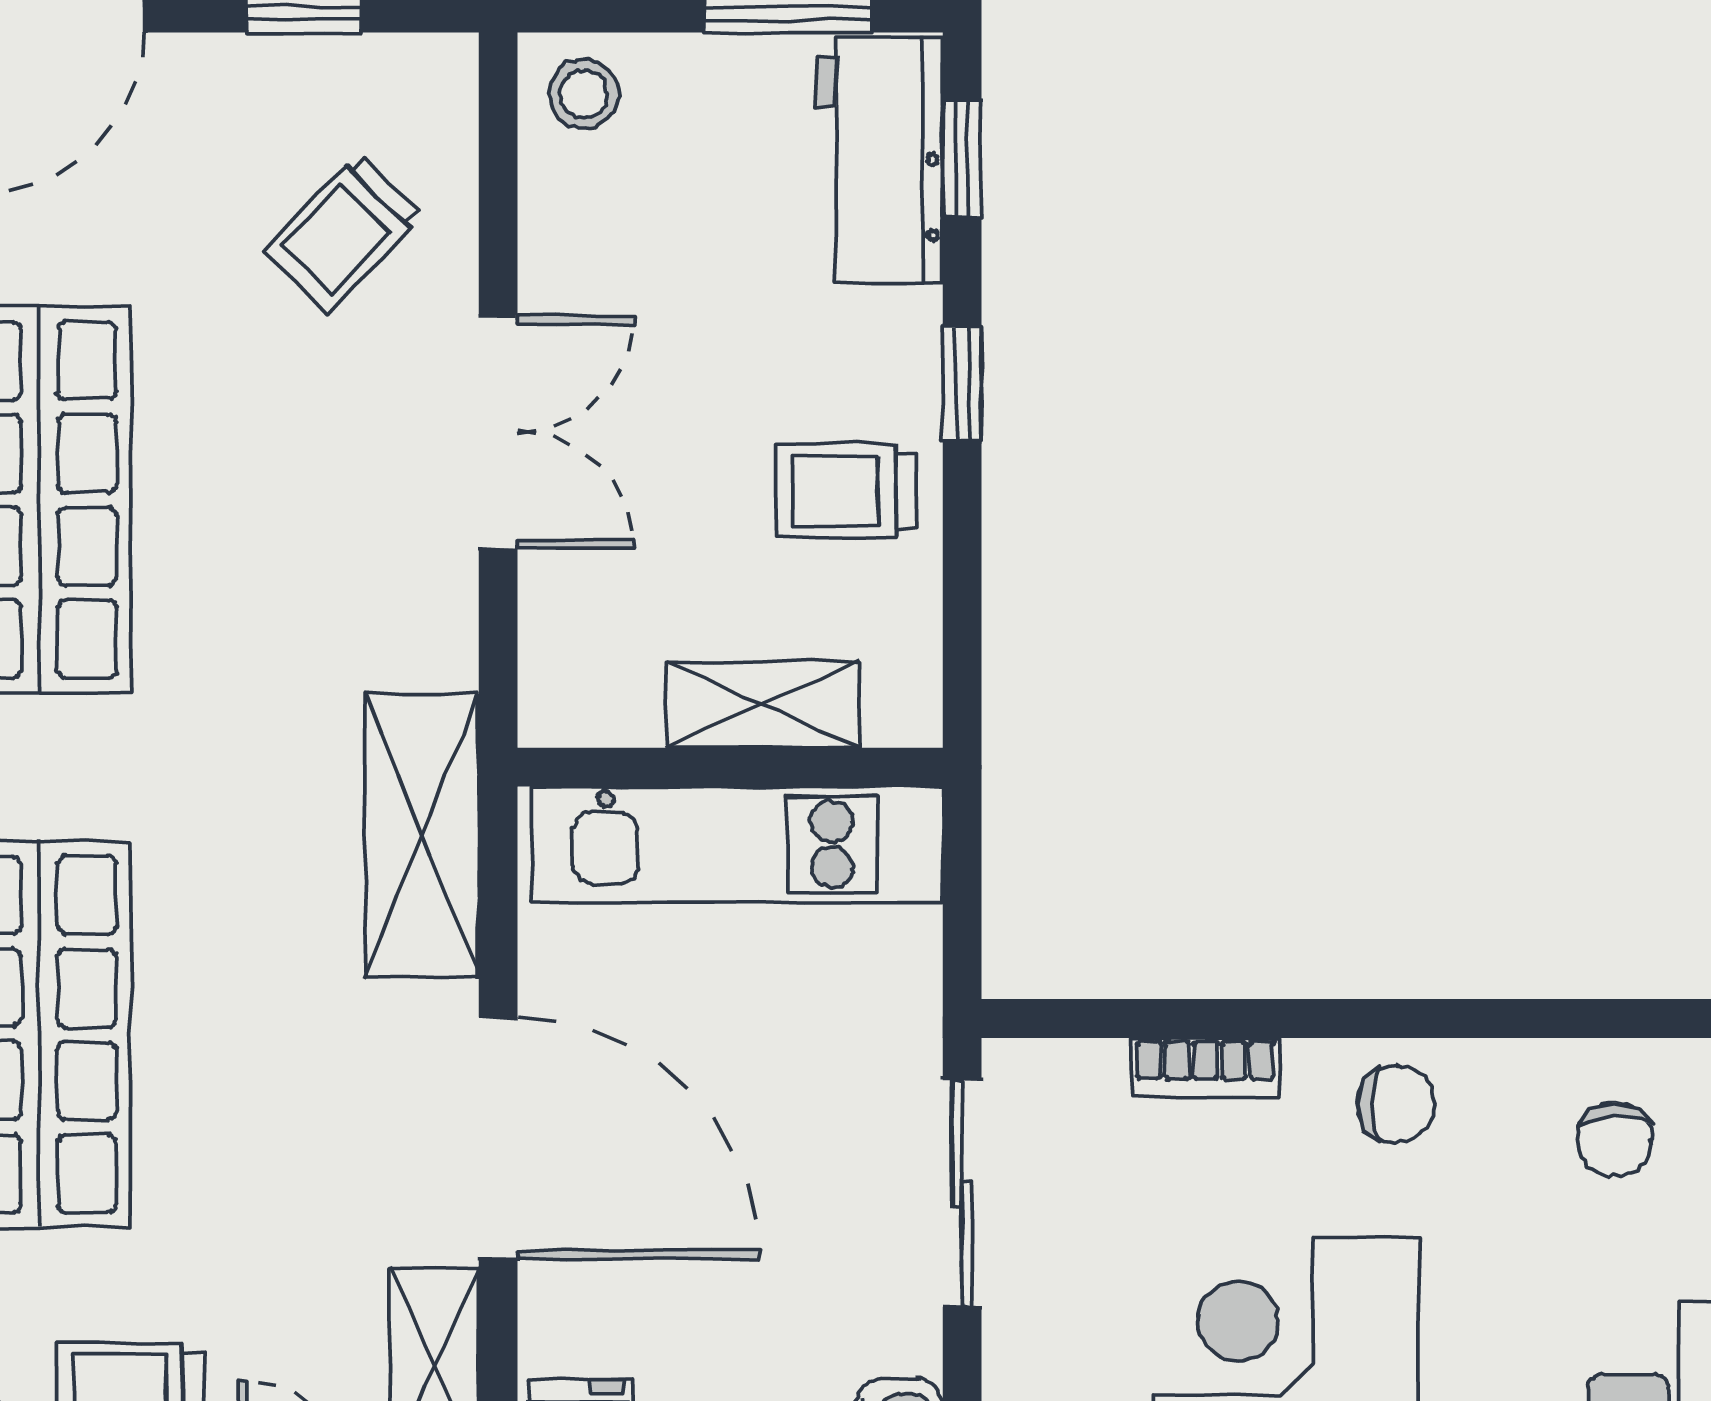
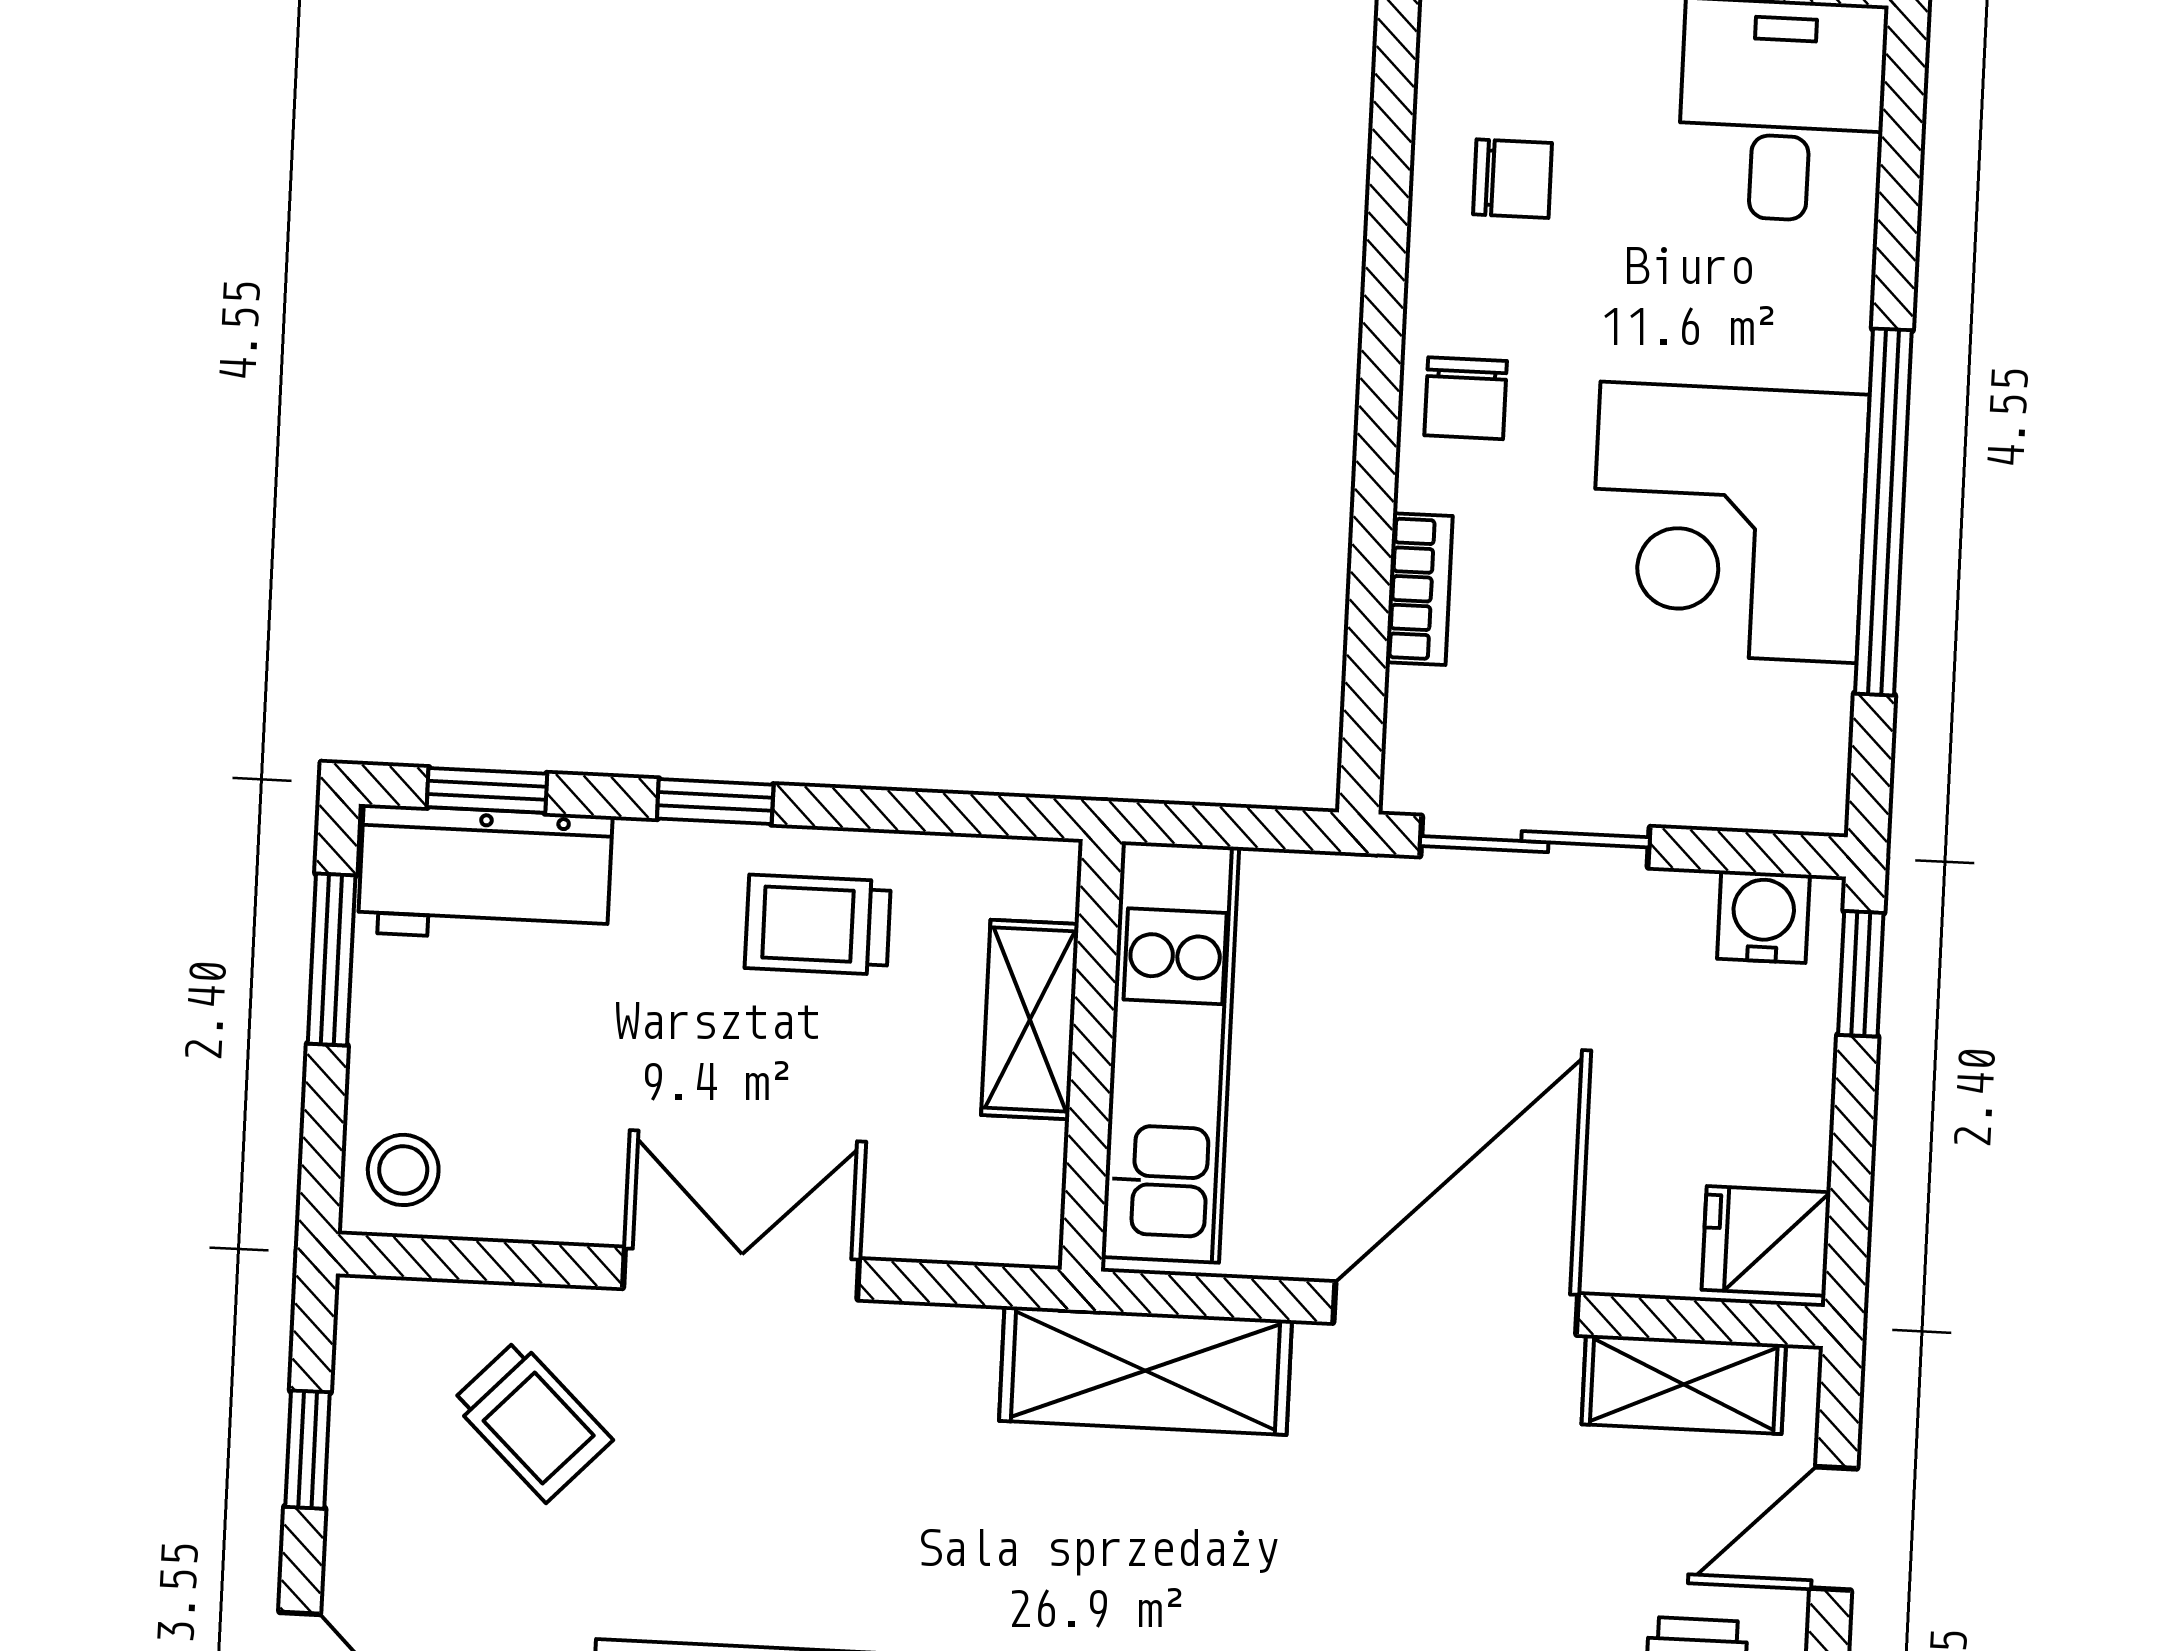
trolley: (846, 491) -> (818, 925), turned 90
chair: (1396, 1104) -> (1466, 398), turned 180

